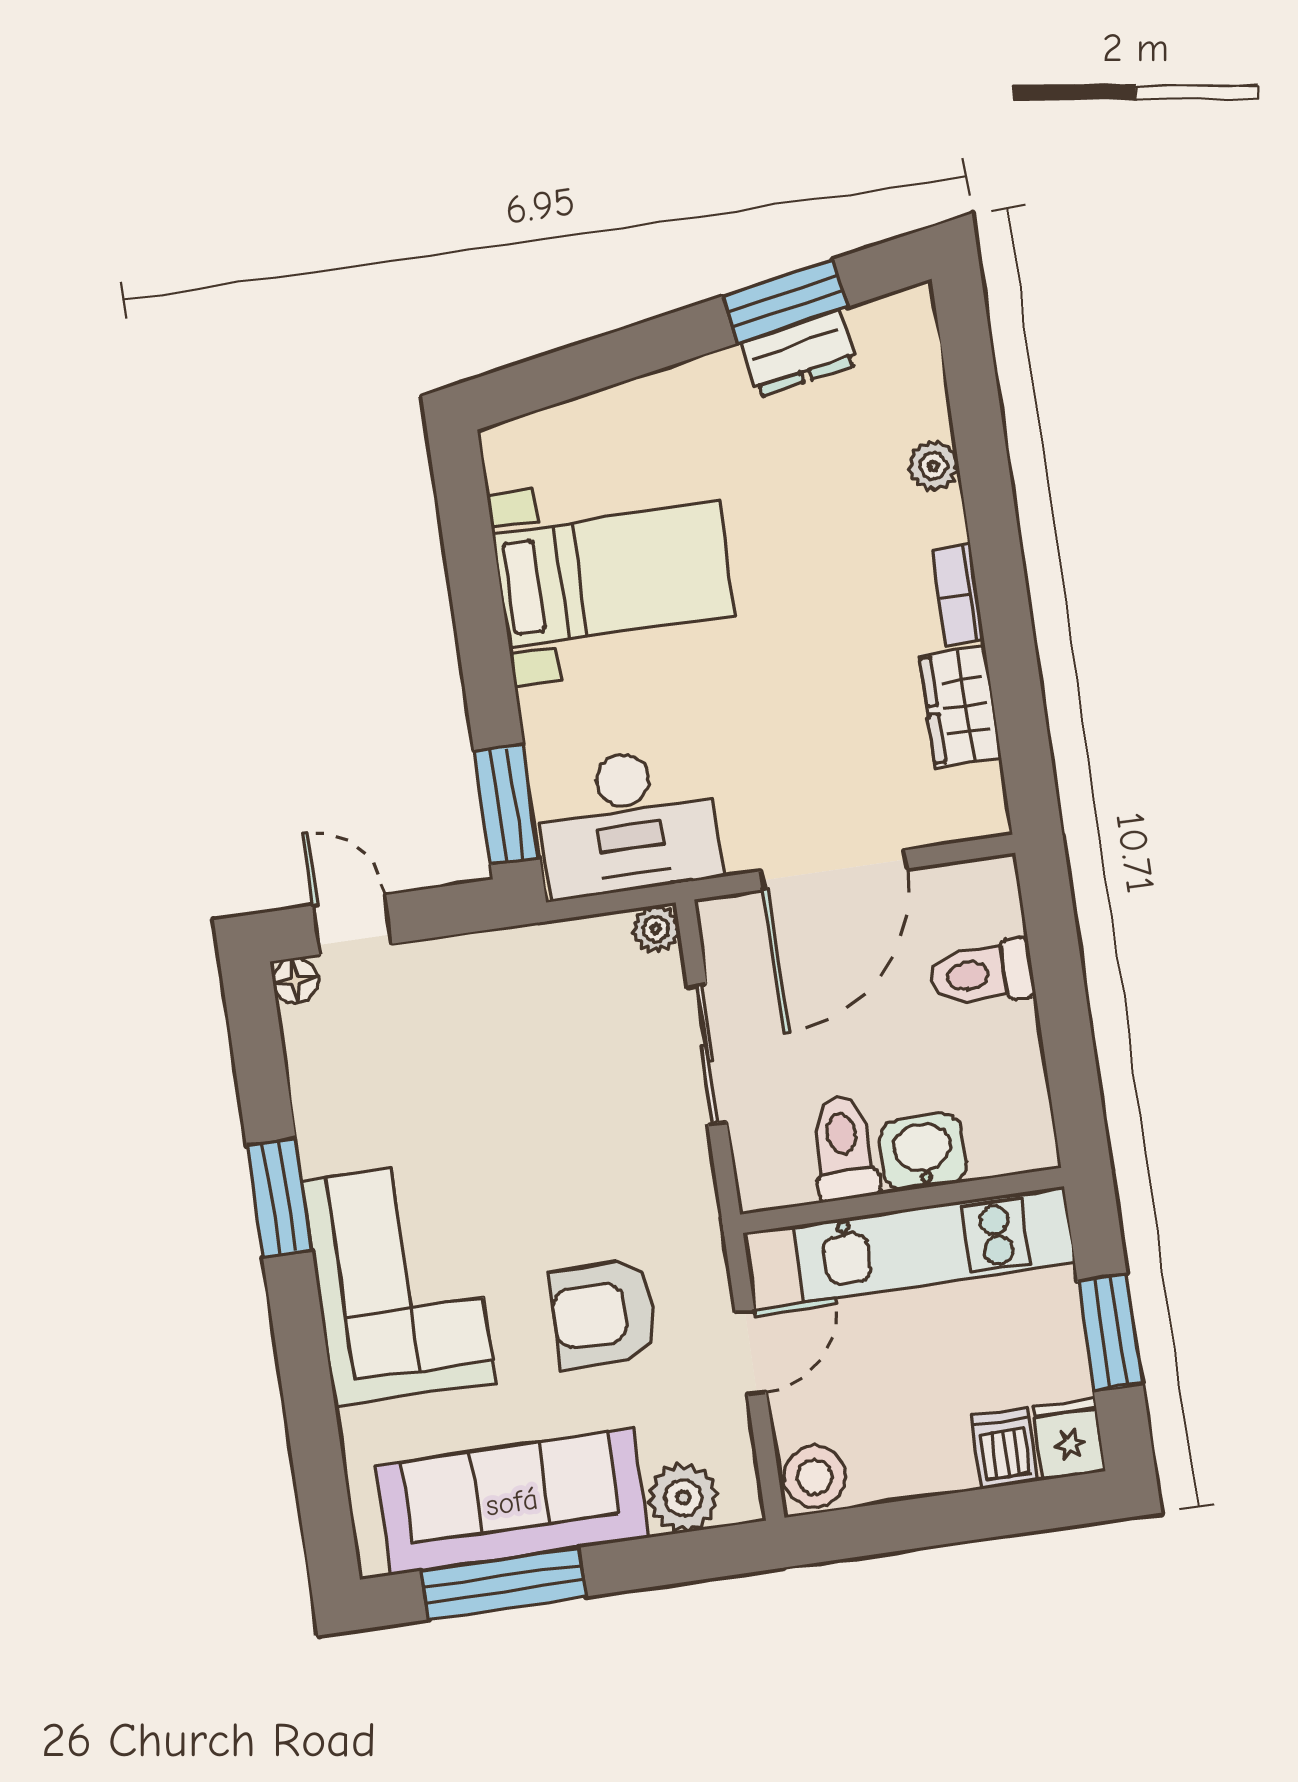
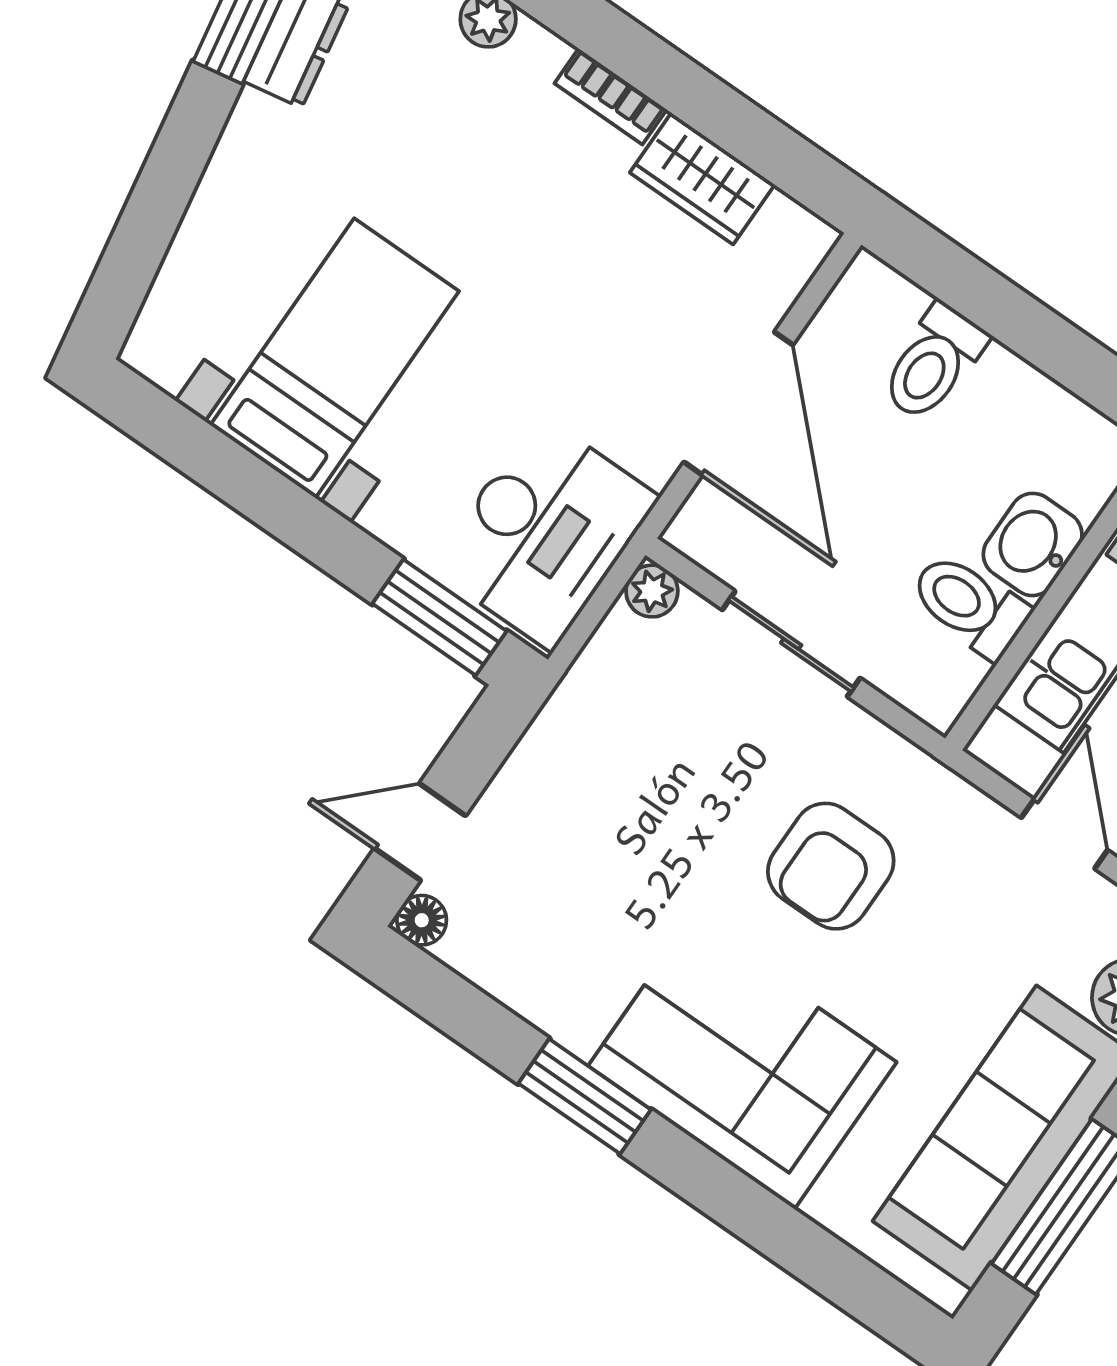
armchair: (603, 1314) -> (831, 866), moved

